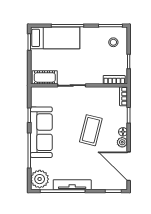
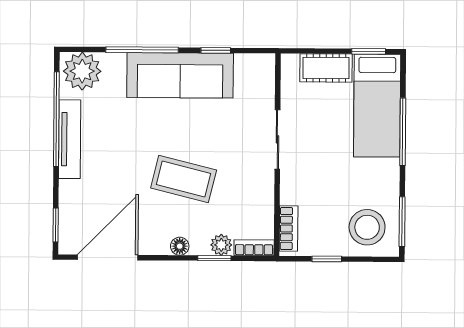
stool: (113, 42) -> (367, 227), width x1.89, depth x1.89
cot: (45, 77) -> (326, 68), moved, turned 90
plant: (122, 142) -> (221, 245), moved

